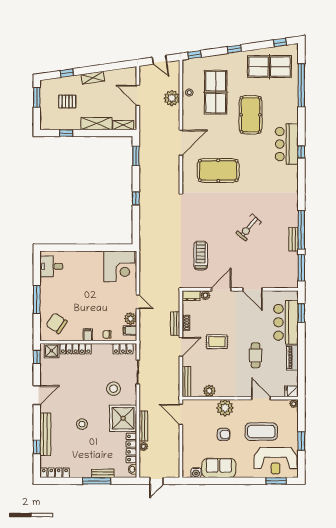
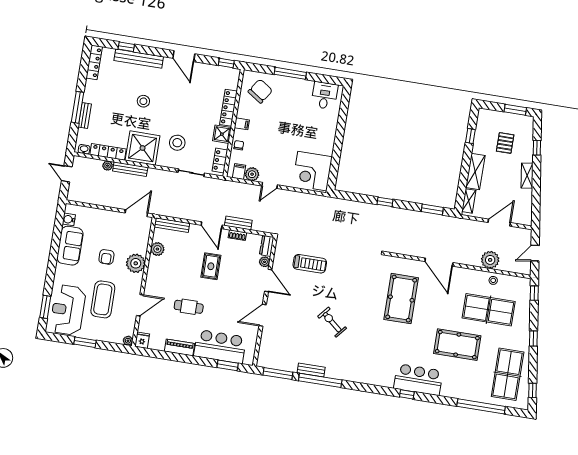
shower: (52, 351) -> (222, 134), moved

